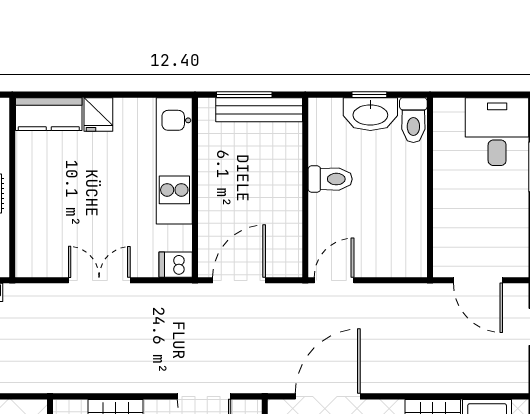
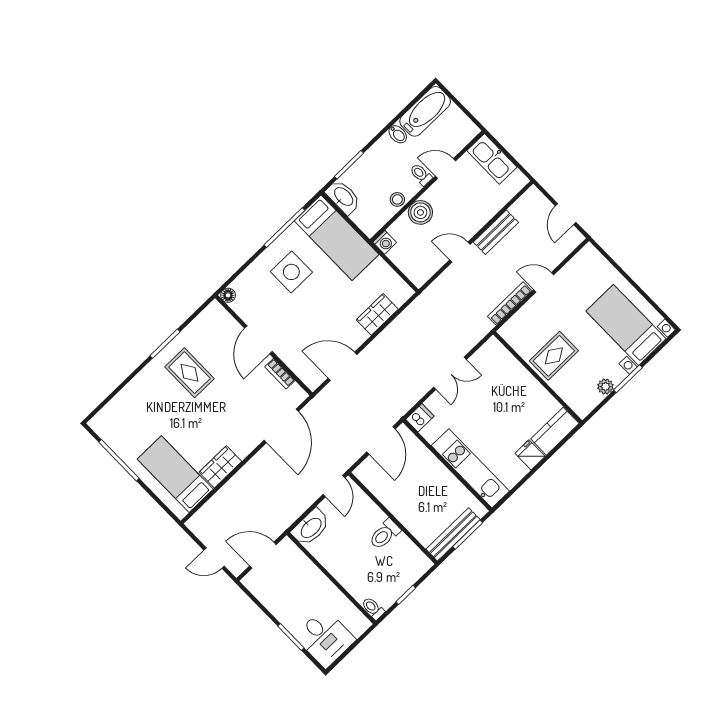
washbasin: (370, 114) -> (311, 527), moved, turned 180
toilet: (413, 120) -> (373, 608), width x0.73, depth x0.72

